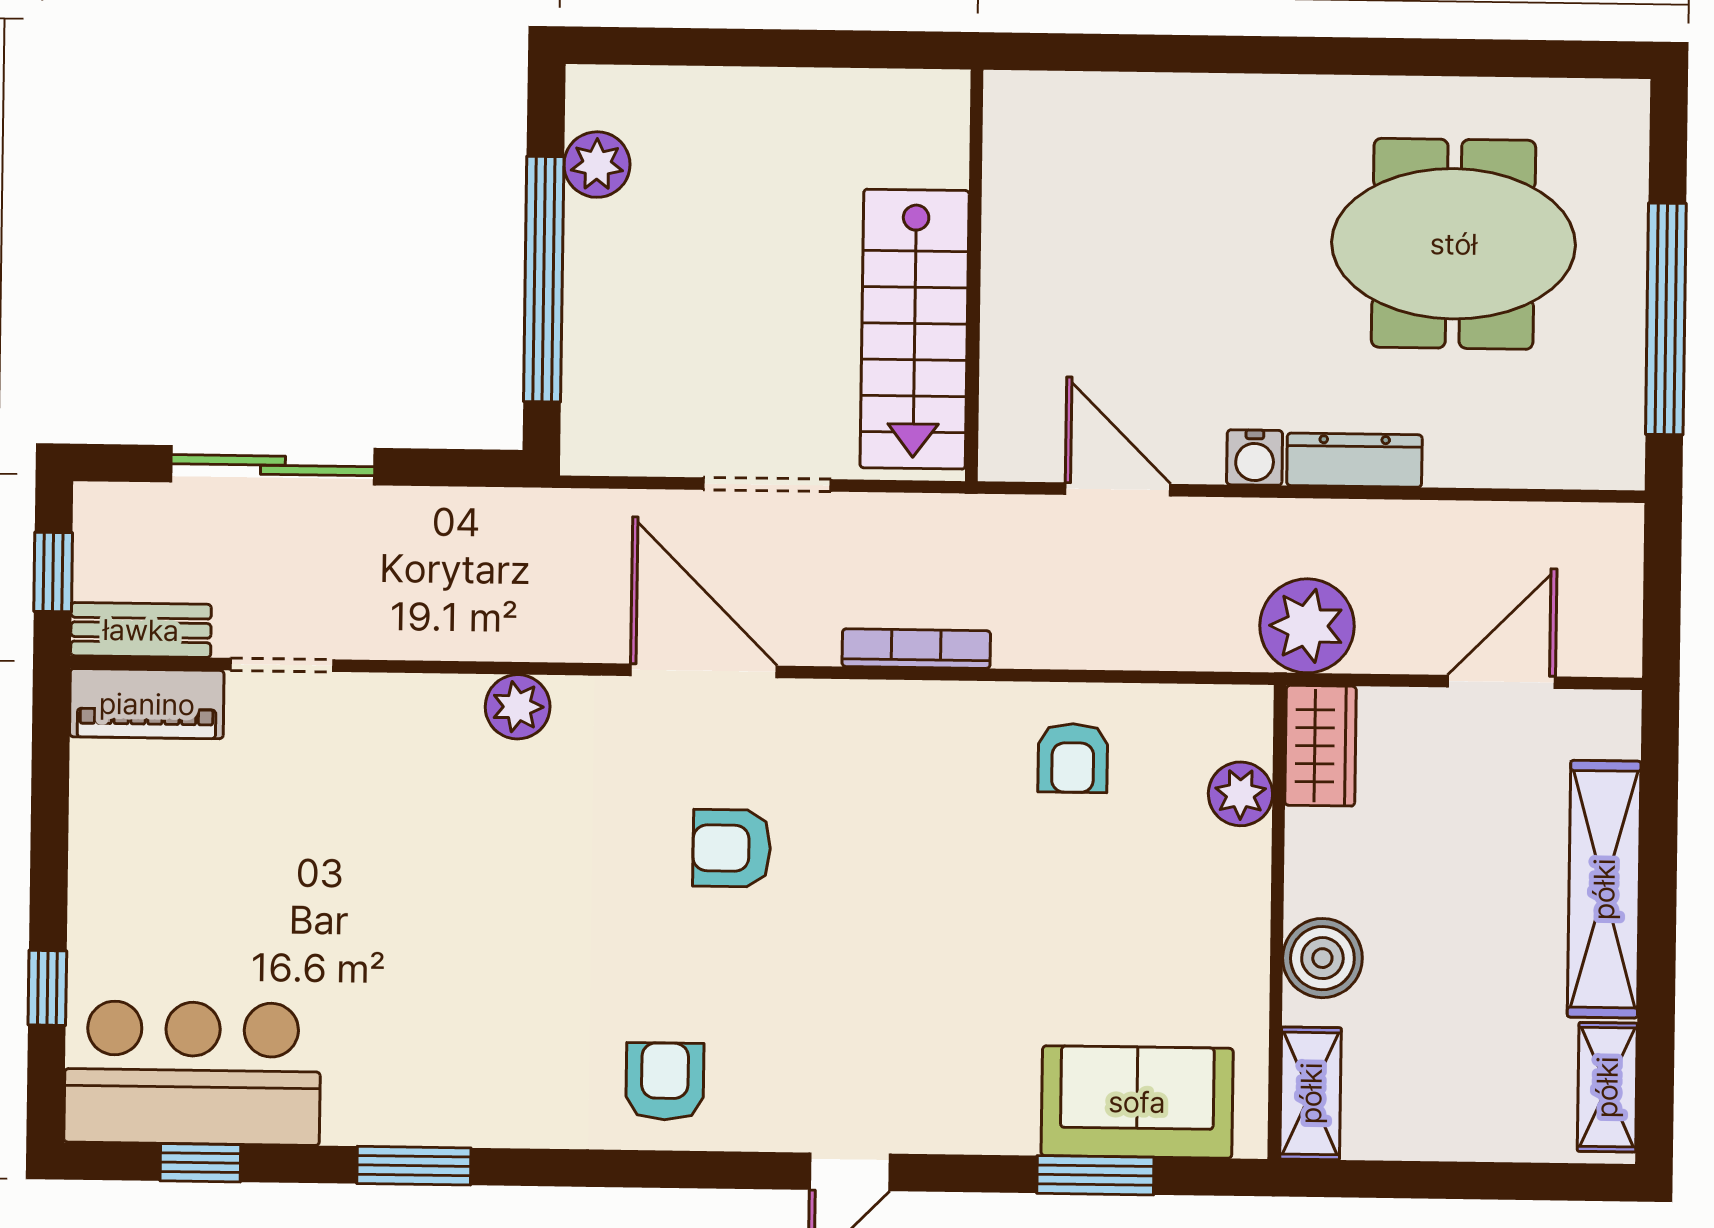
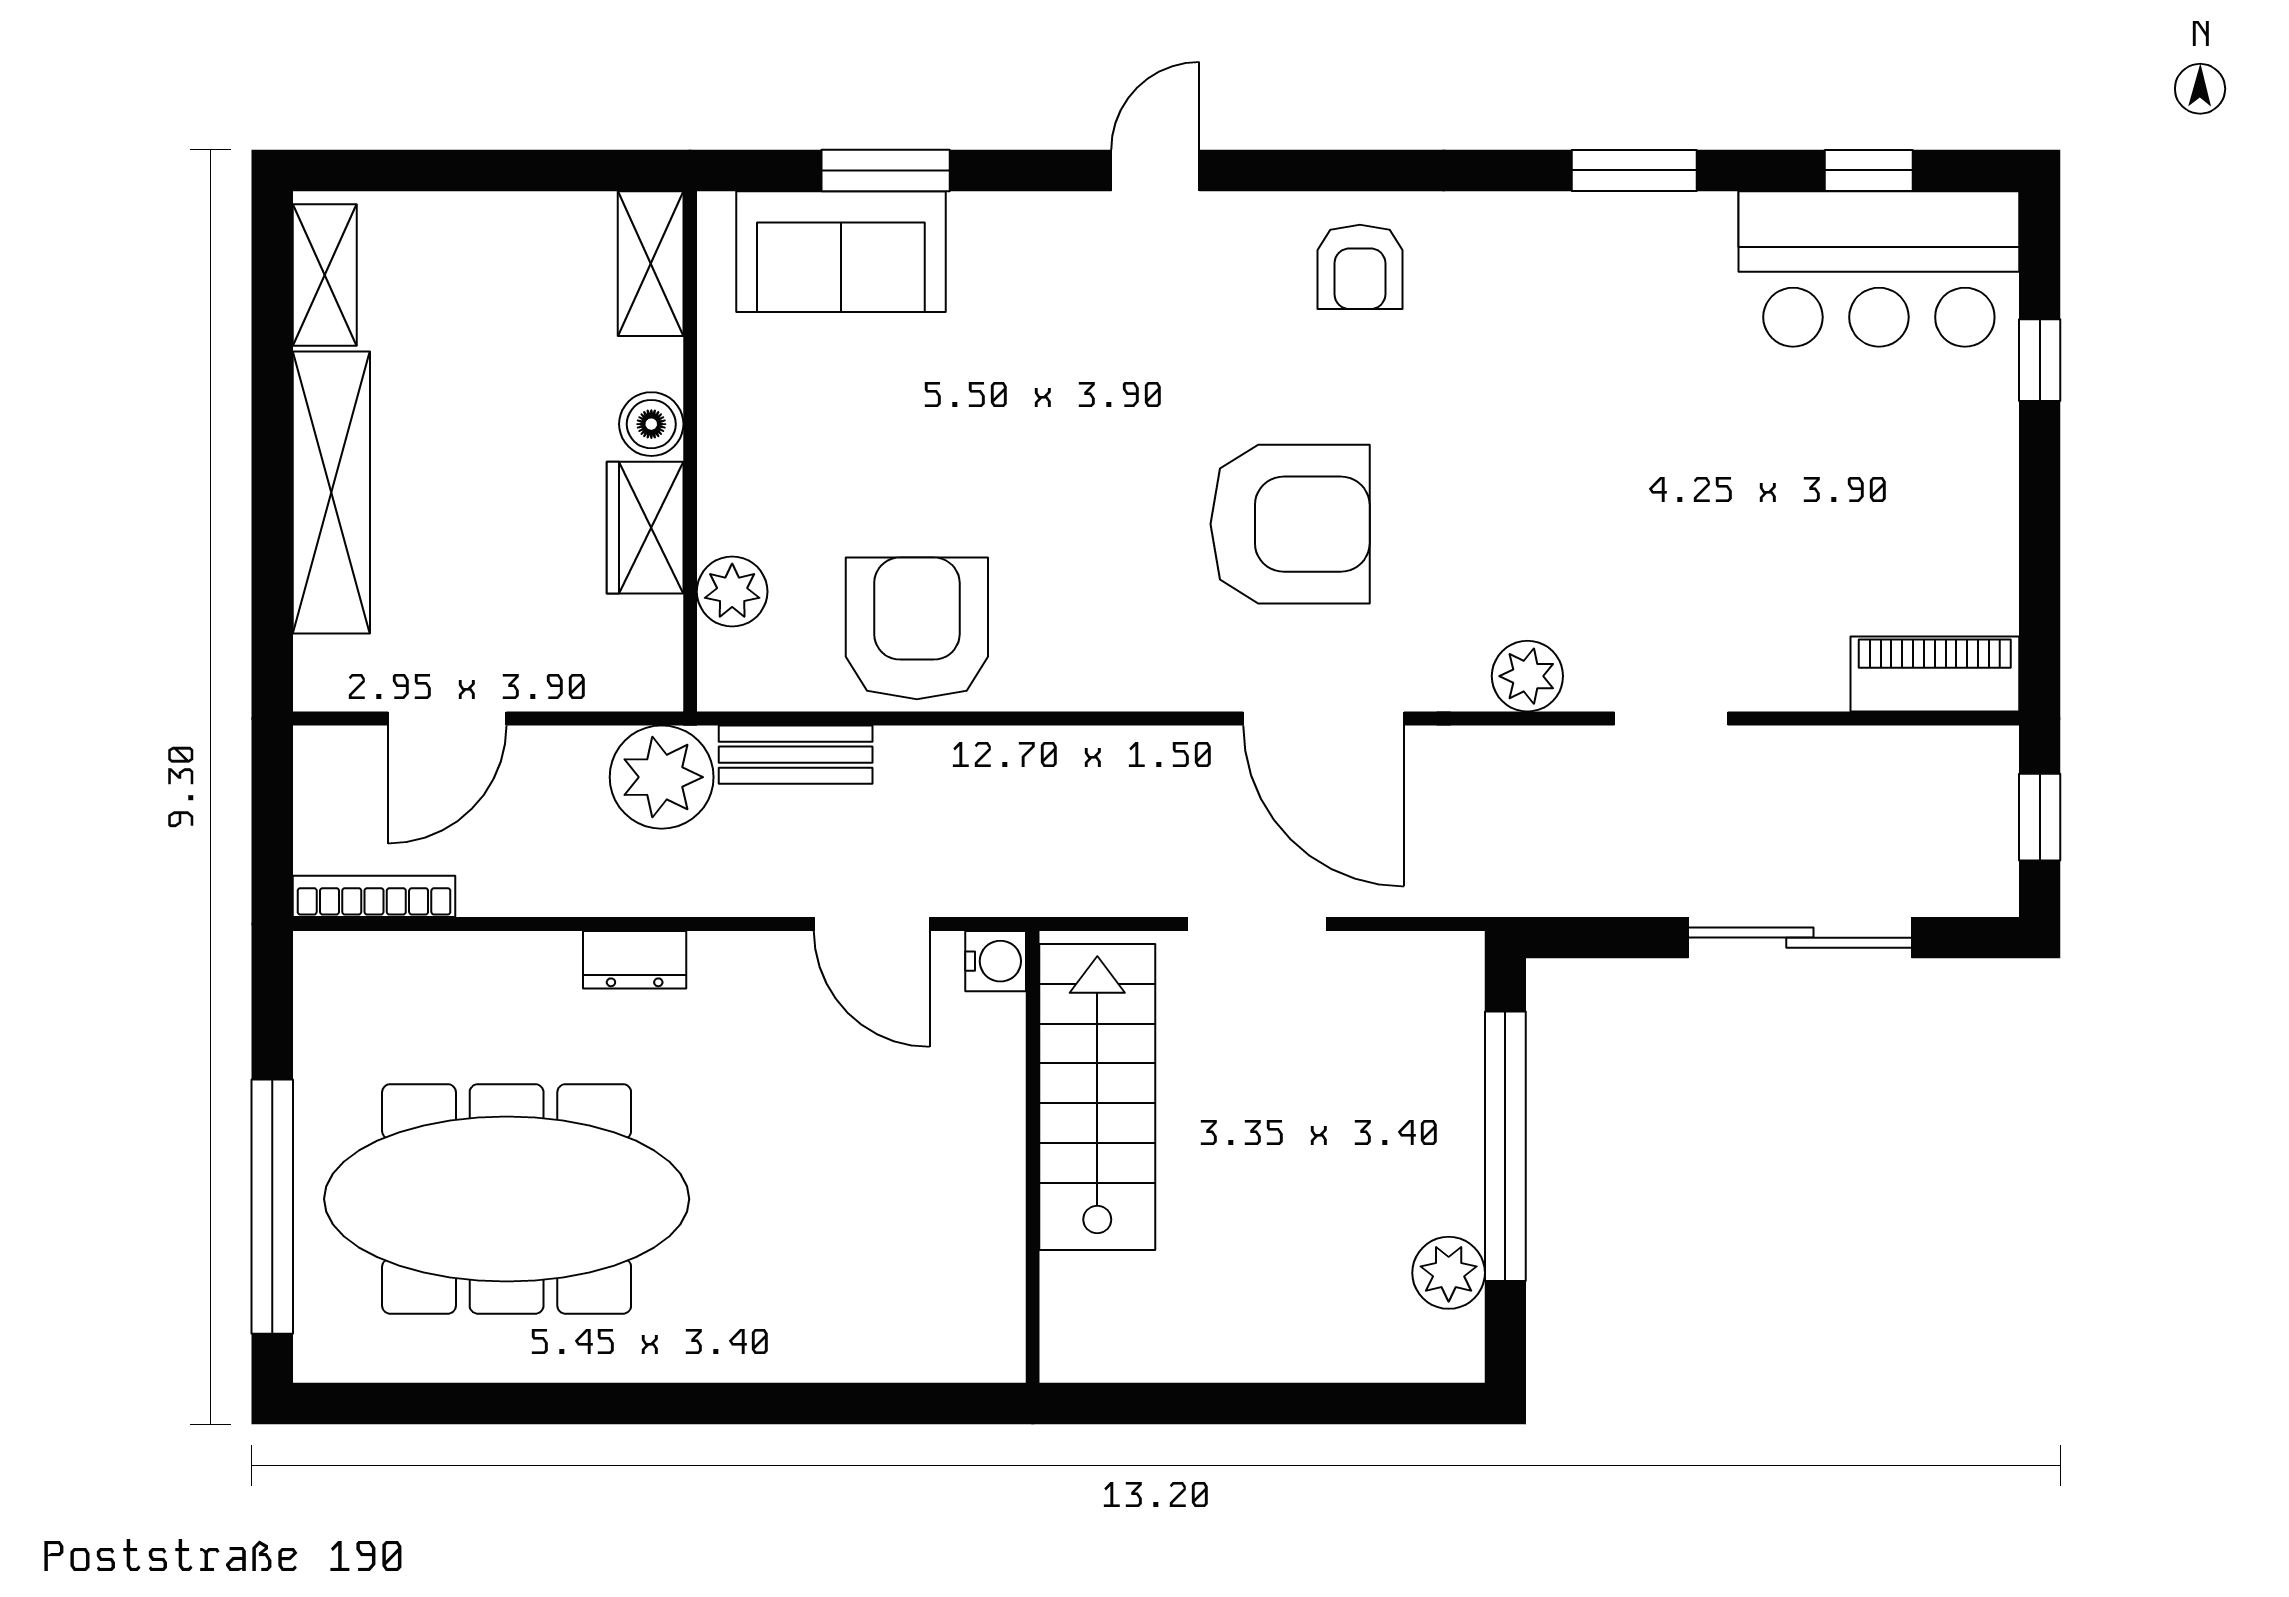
meeting table: (1454, 244) -> (507, 1199), width x1.36
window: (1666, 319) -> (272, 1207), moved
water cooler: (1255, 458) -> (996, 961), moved, turned 90
dresser: (1354, 460) -> (635, 960), width x0.70
bench: (141, 630) -> (796, 755), moved
bookcase: (916, 649) -> (374, 896), moved, turned 180
doorway: (282, 665) -> (1671, 718), moved
wardrobe: (1320, 746) -> (645, 528), moved
armchair: (1073, 758) -> (917, 628), width x1.88, depth x1.88
armchair: (732, 848) -> (1290, 524), width x1.88, depth x1.88
boiler: (1322, 958) -> (651, 424), width x0.73, depth x0.73

